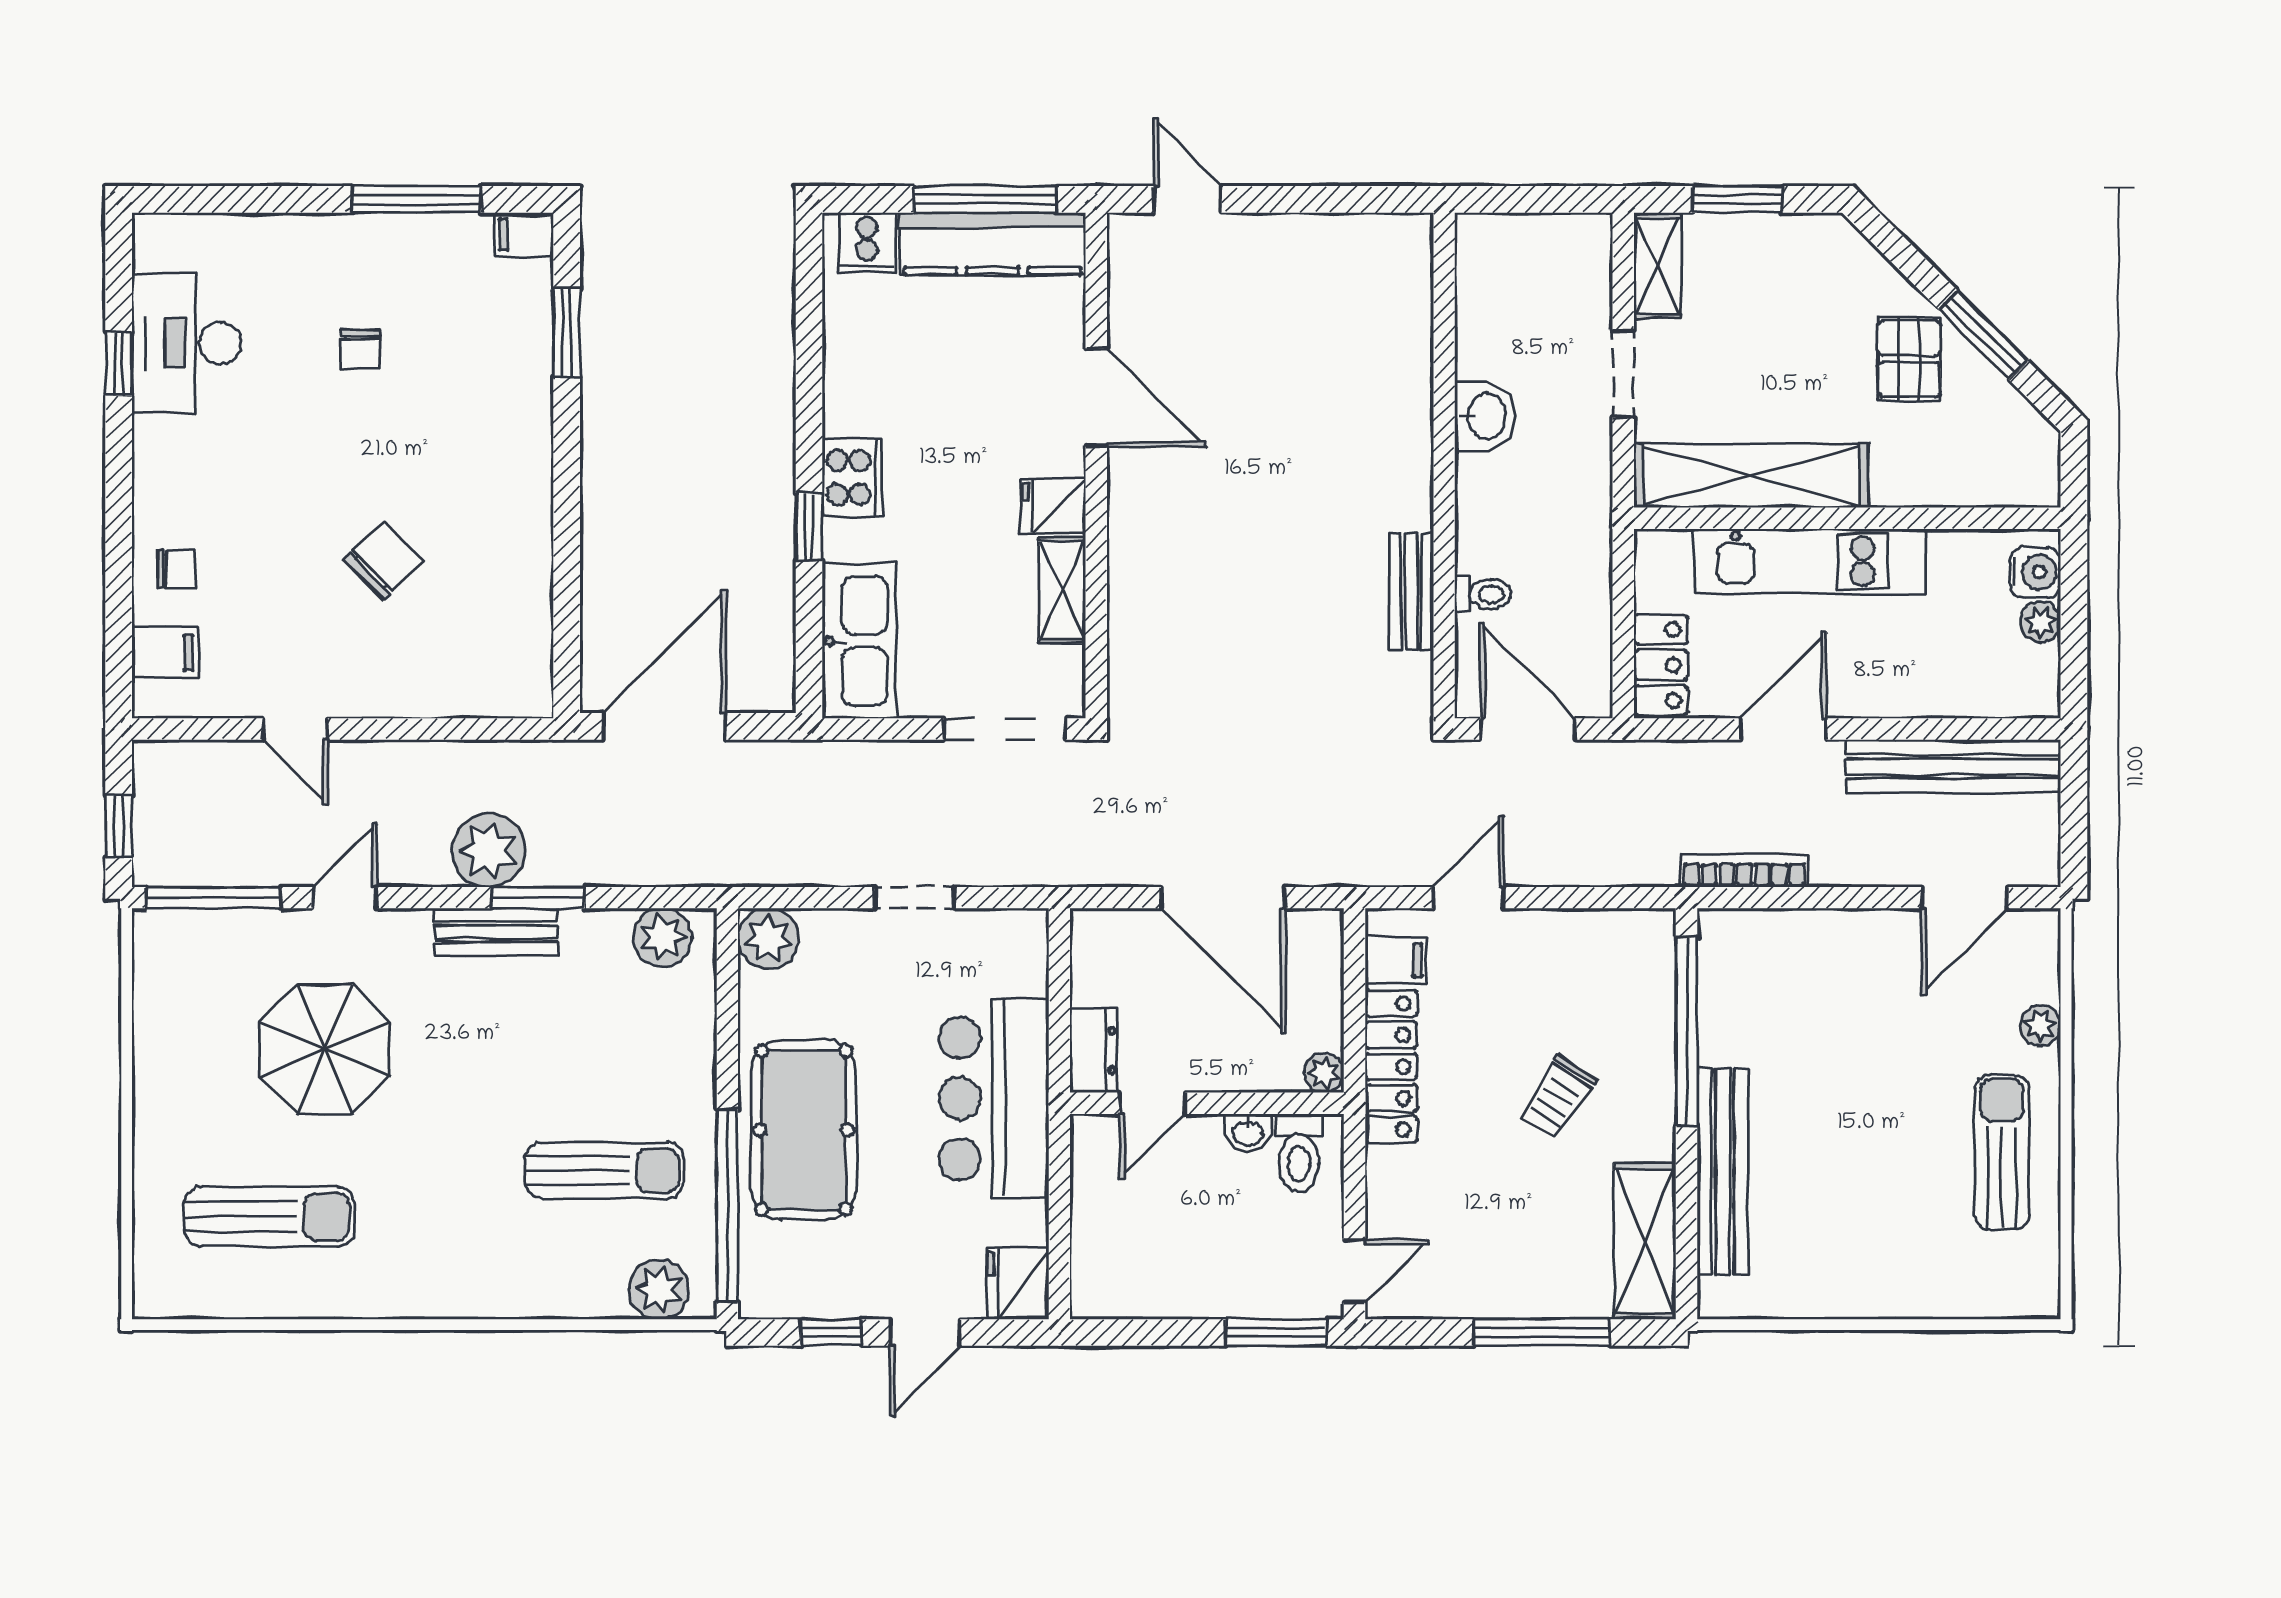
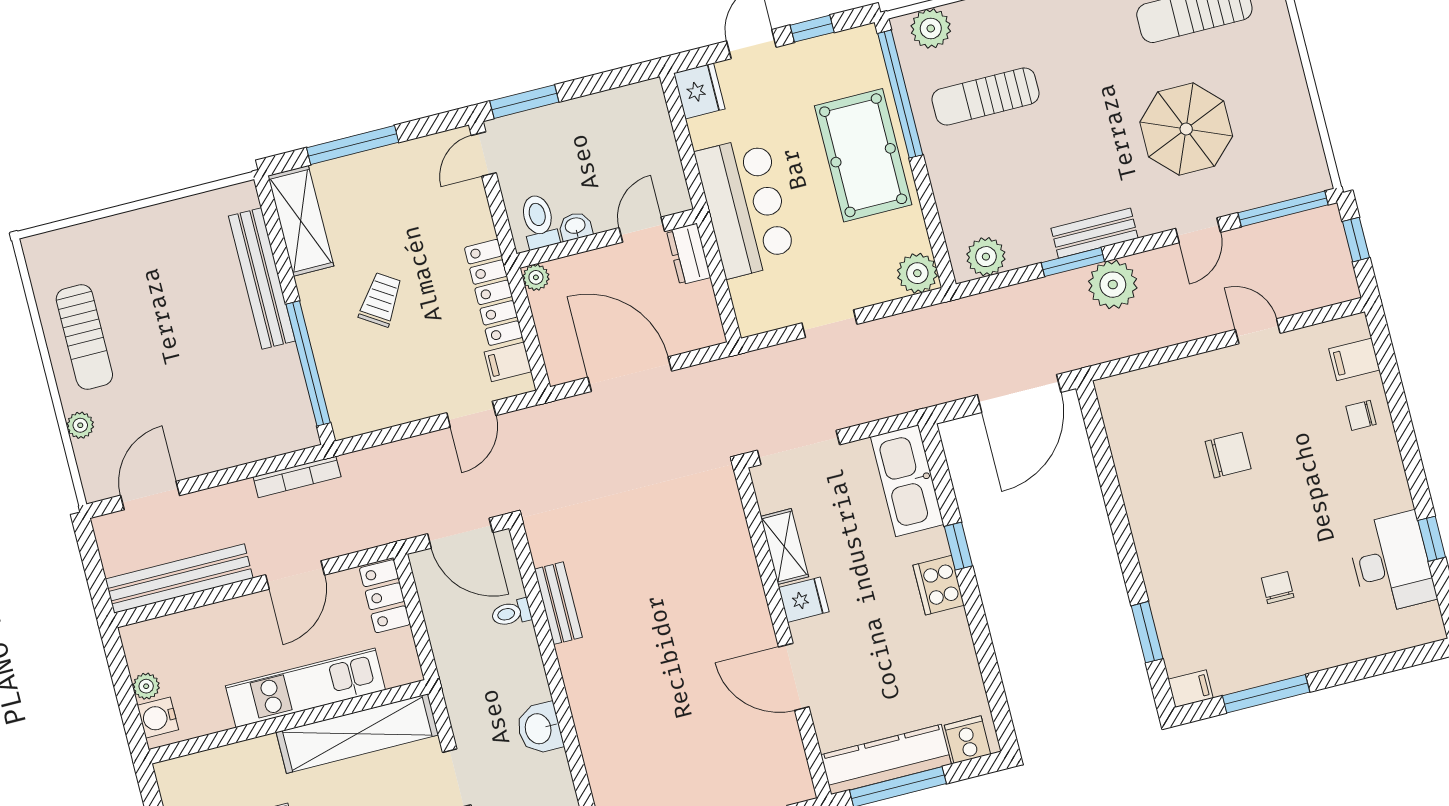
chair: (384, 560) -> (1228, 455), turned -136

